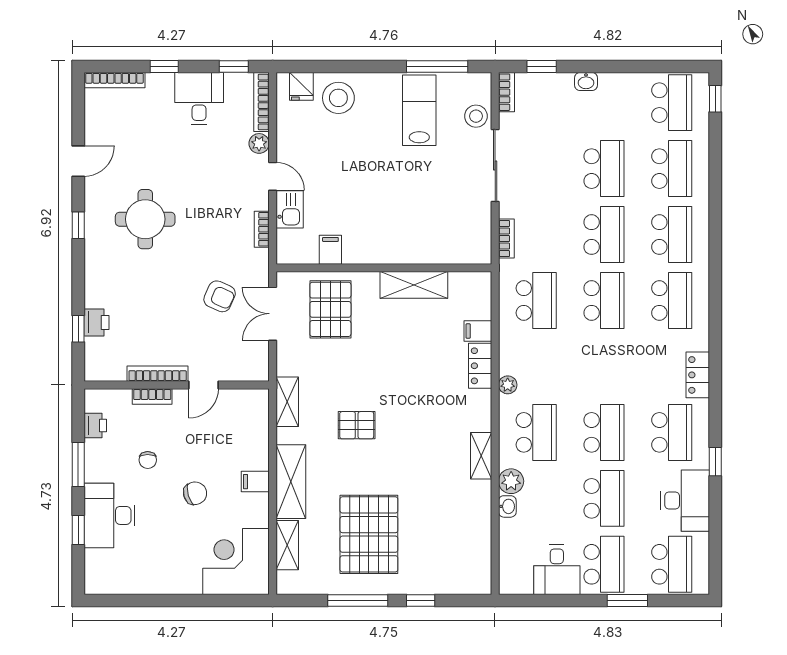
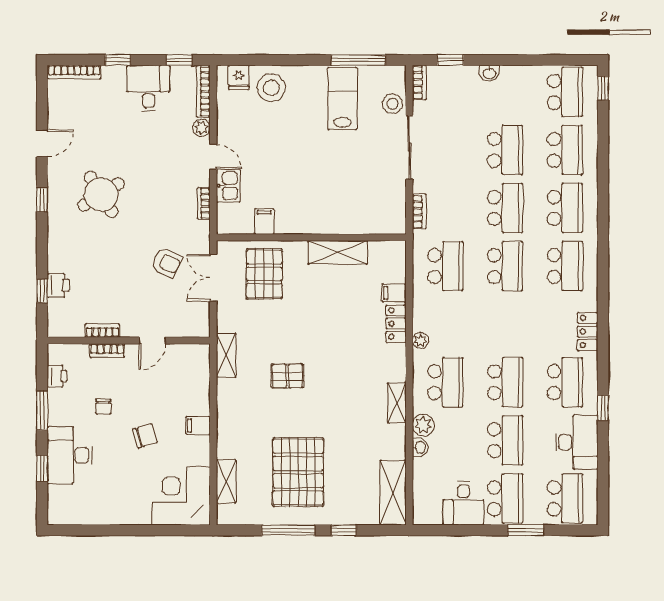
round table: (145, 219) -> (101, 194), turned -32
bookcase: (158, 374) -> (102, 331), width x0.64
shelving: (291, 482) -> (393, 493), moved

